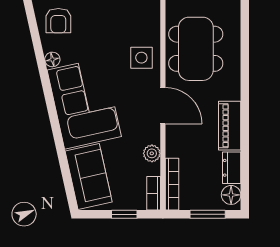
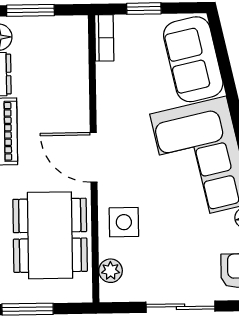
plant: (152, 153) -> (111, 271), moved
bookcase: (172, 184) -> (80, 51), removed

